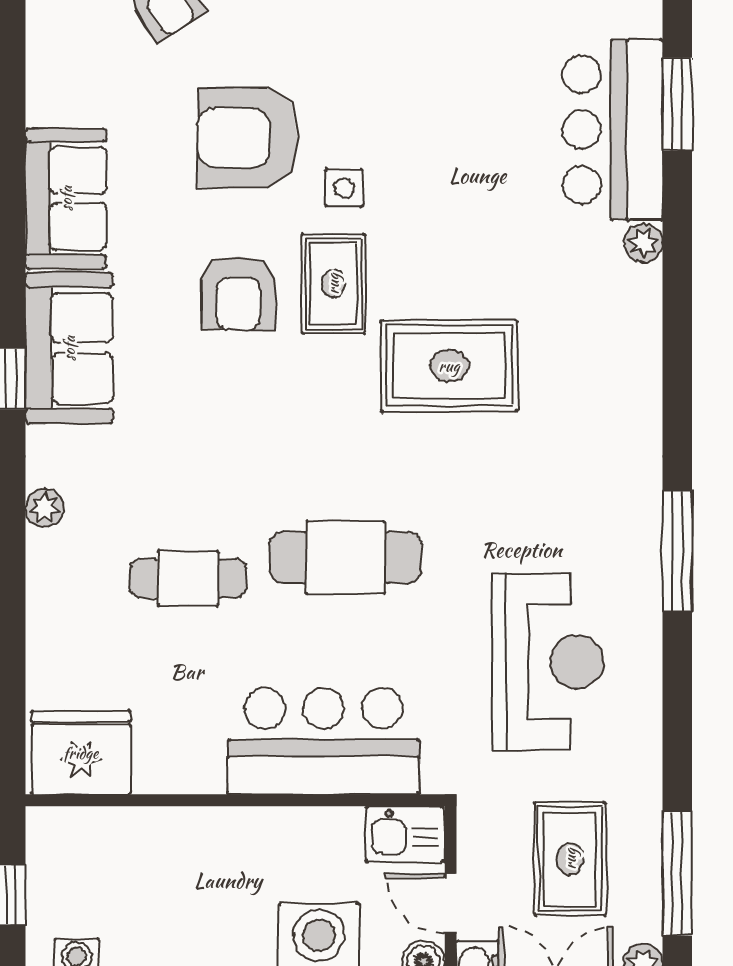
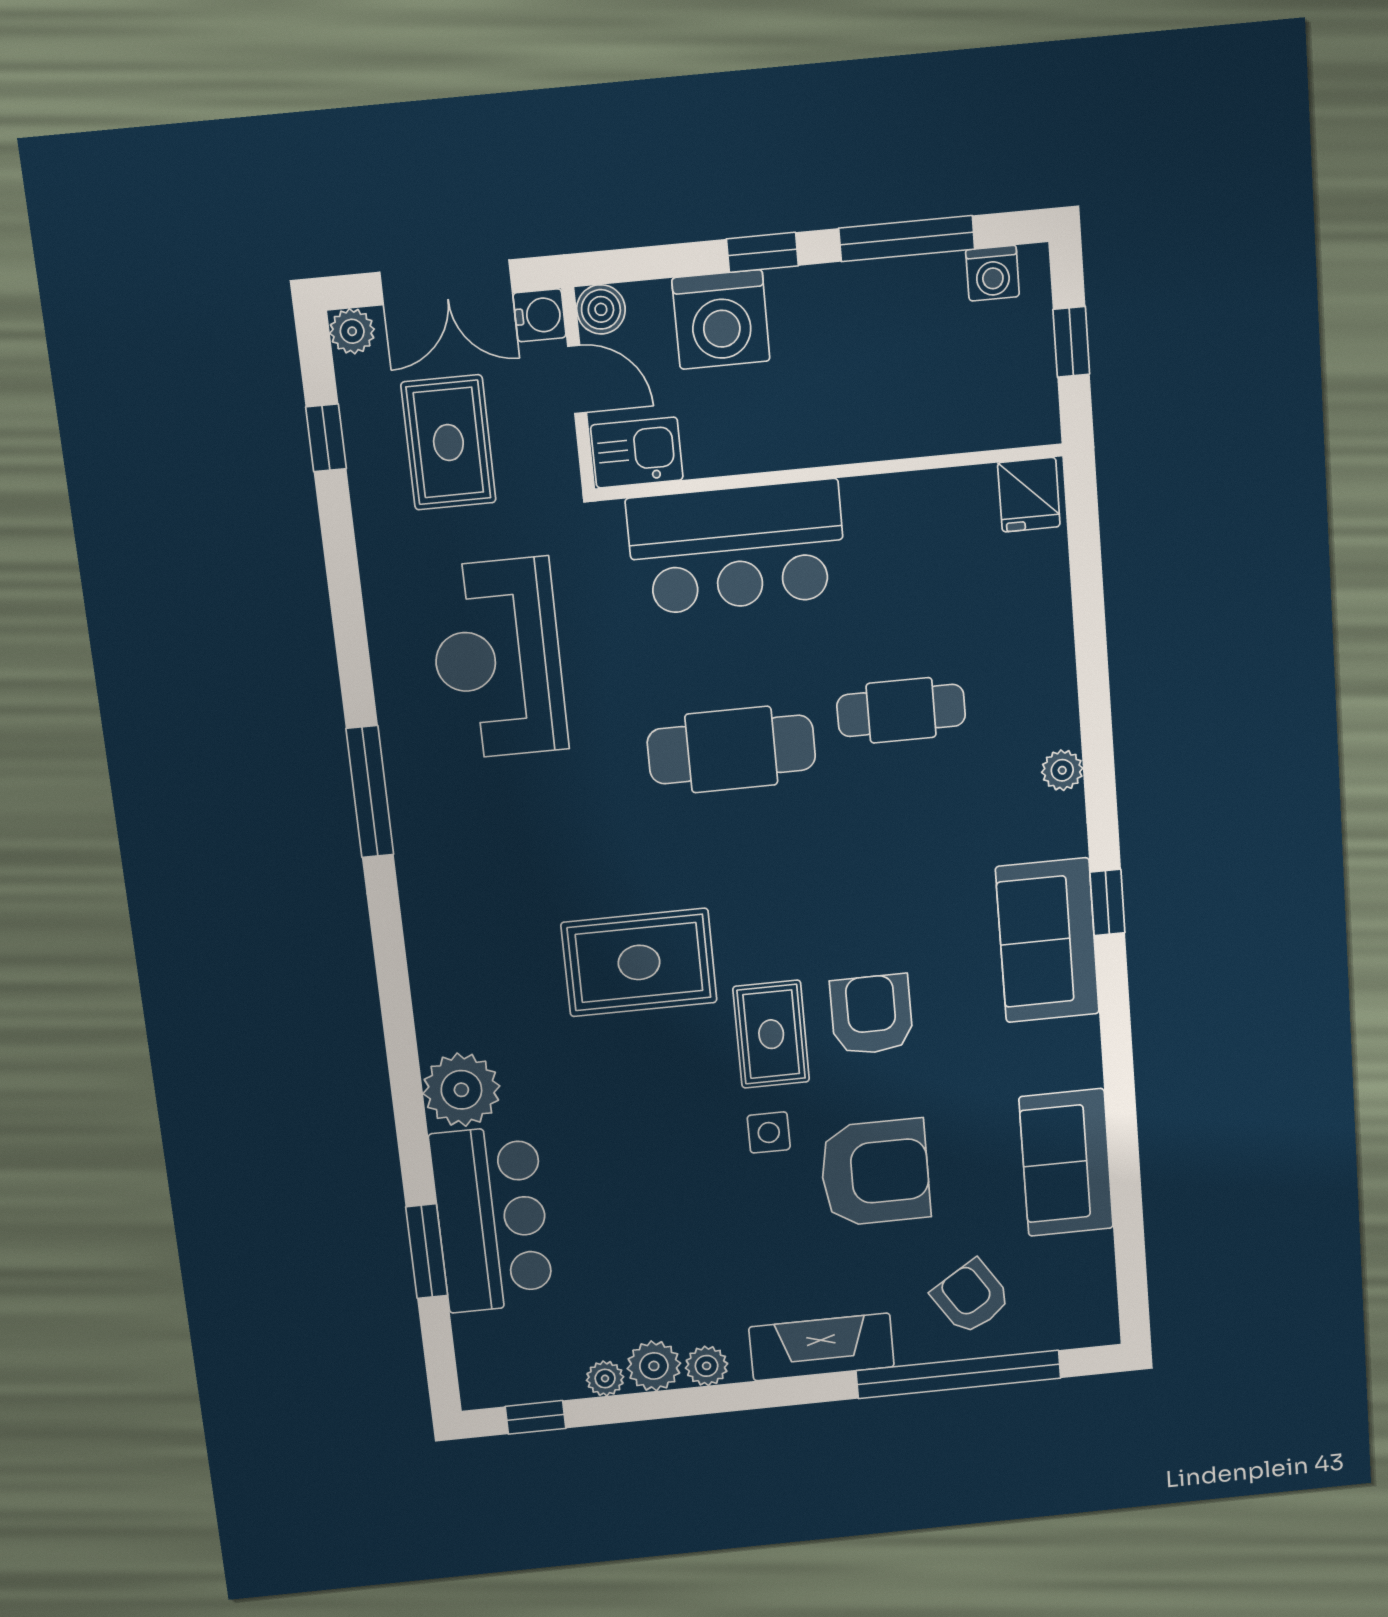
sofa: (66, 198) -> (1066, 1163), moved
plant: (643, 243) -> (461, 1090), width x1.88, depth x1.88
fridge: (81, 753) -> (1029, 495), width x0.53, depth x0.75
window: (677, 873) -> (326, 438), width x0.46

